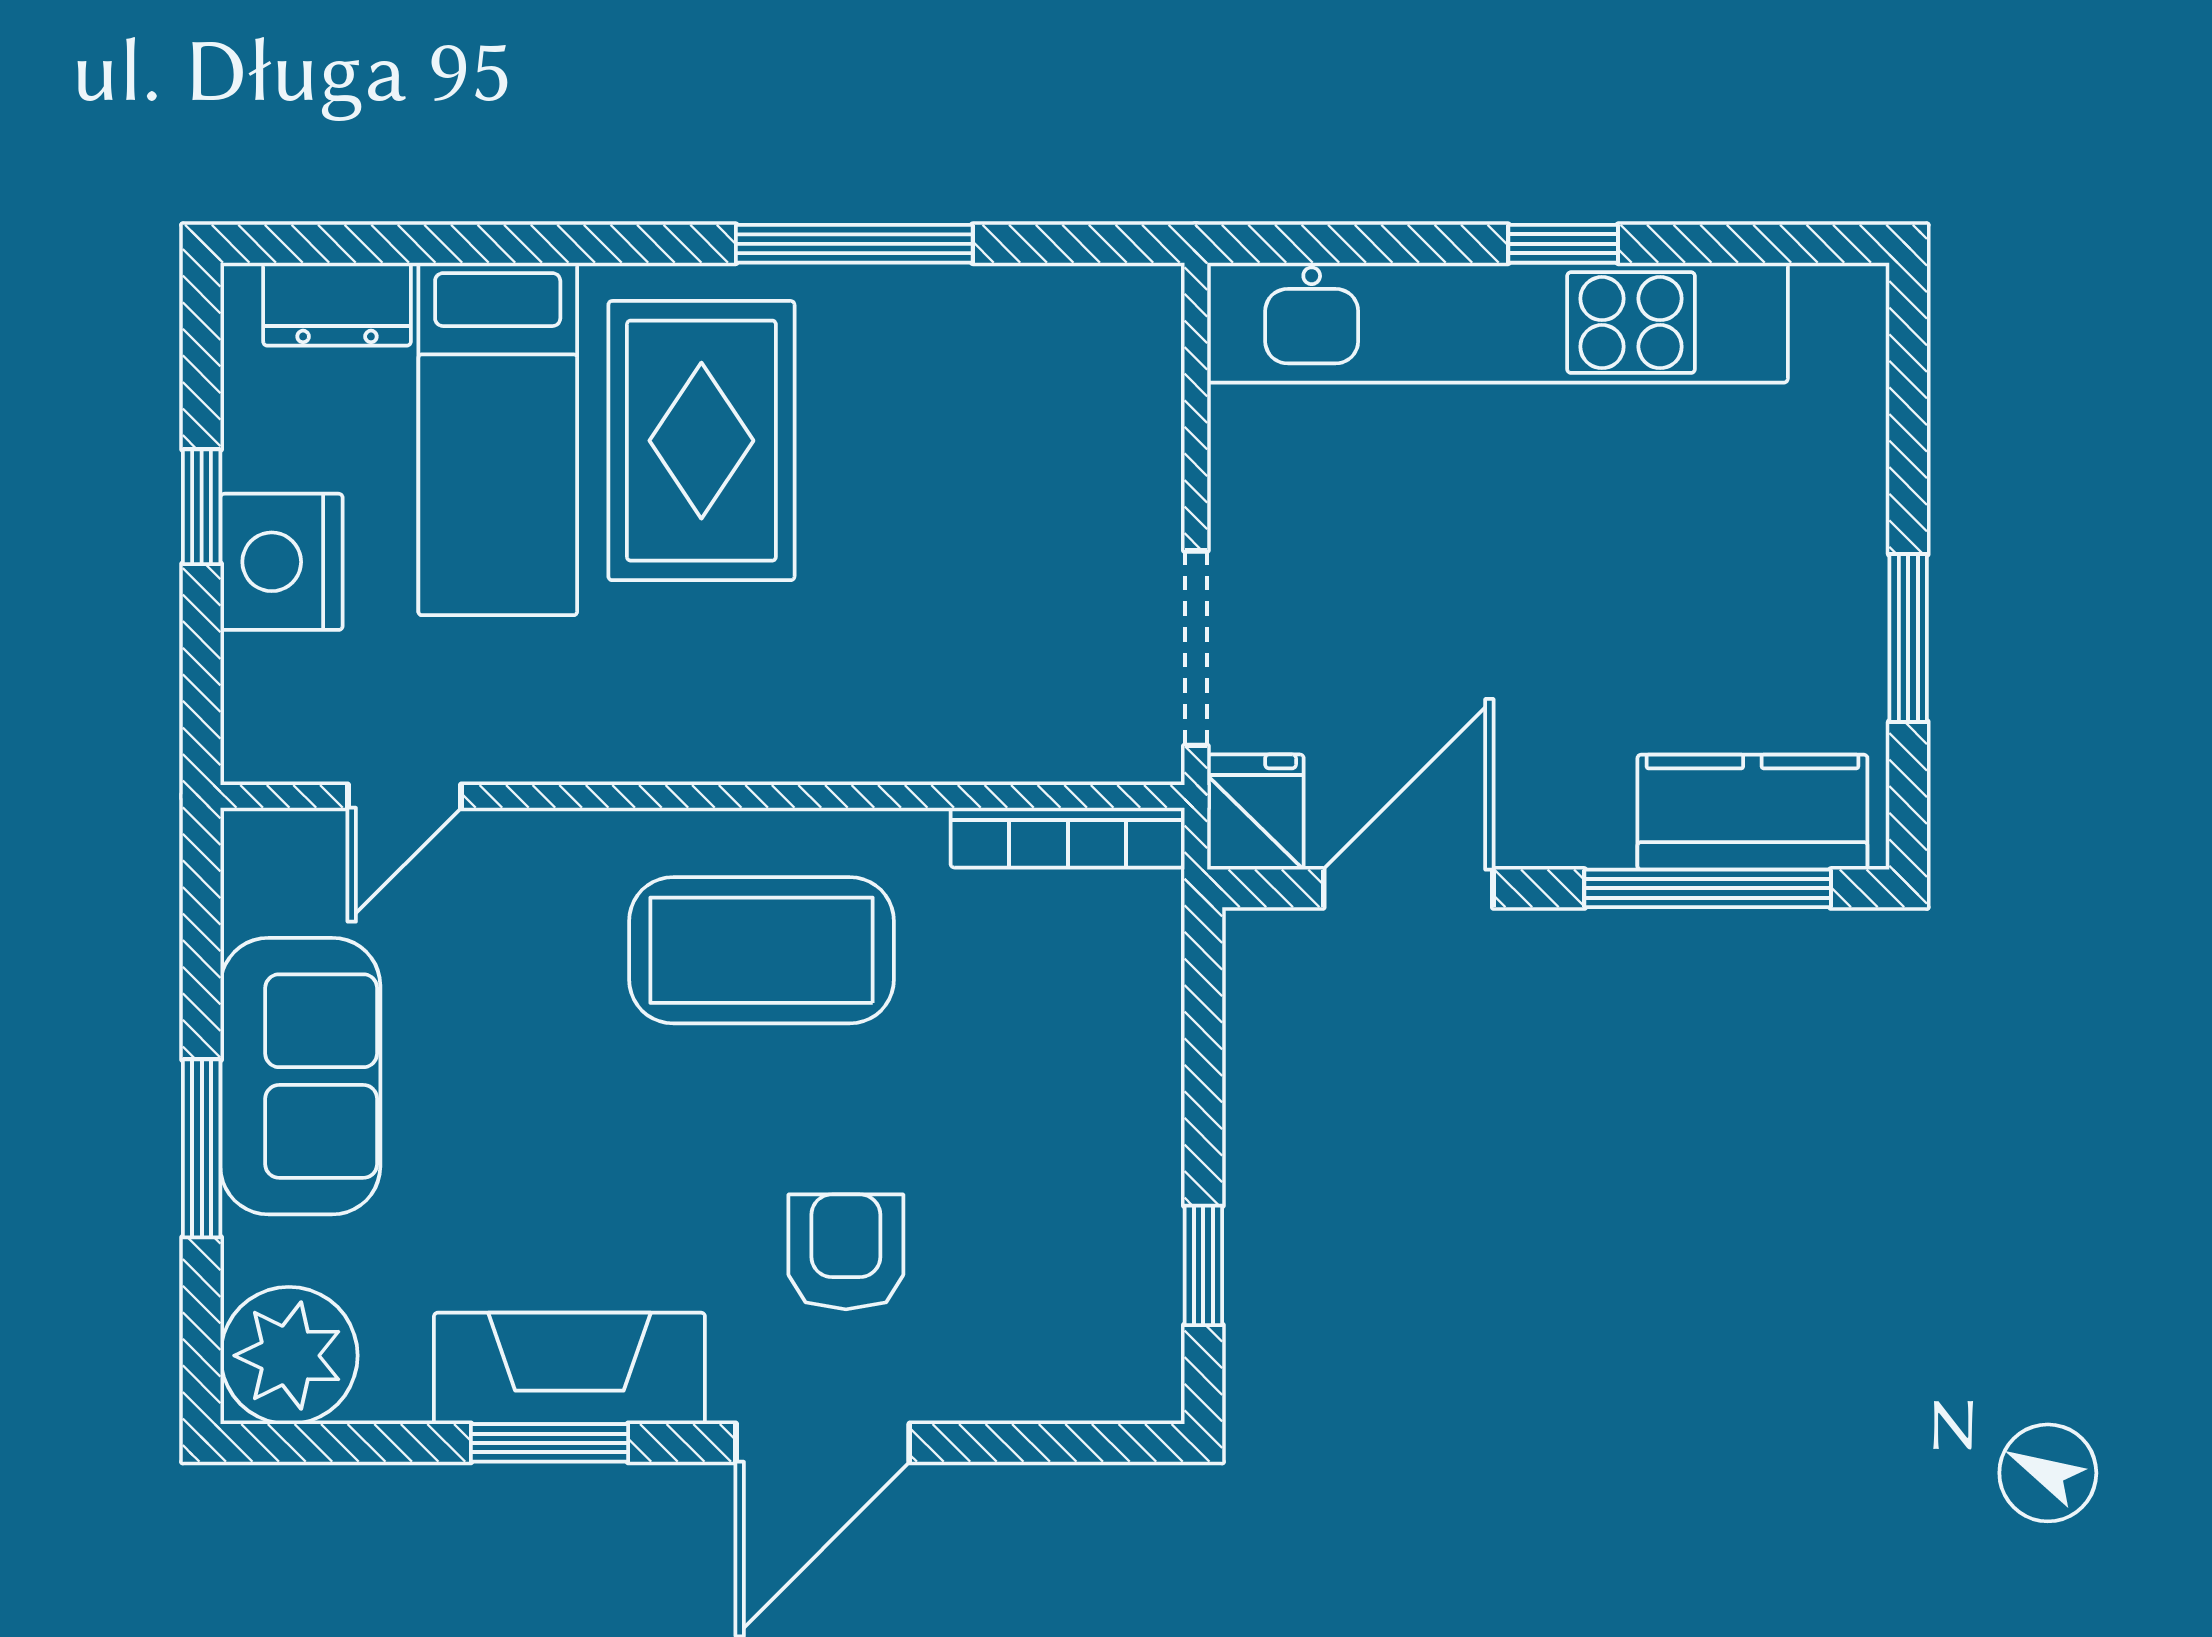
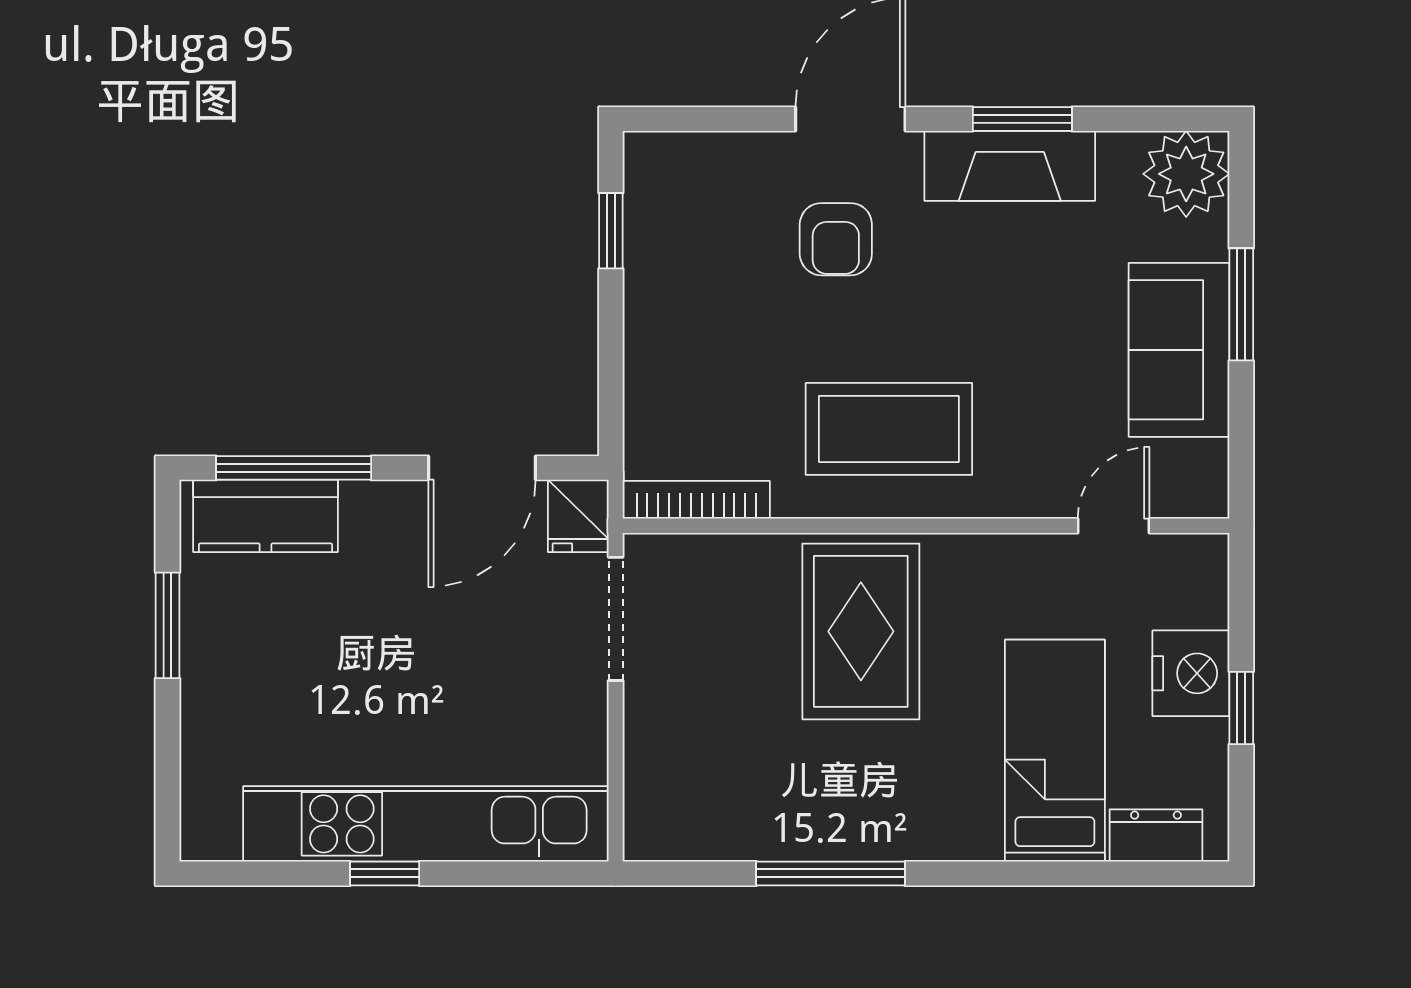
rug: (701, 441) -> (861, 631), moved

